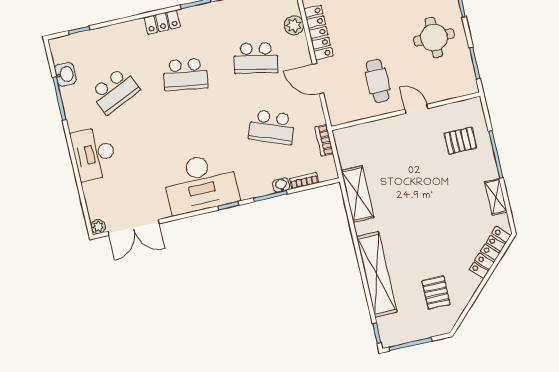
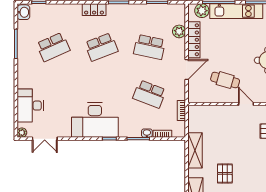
washbasin: (65, 74) -> (23, 12), moved
school desk: (185, 74) -> (101, 47), turned -30
door: (318, 79) -> (187, 70), swing flipped
cafe table: (378, 81) -> (225, 80), turned -74
desk: (94, 154) -> (30, 106), moved
pallet: (409, 218) -> (225, 173), added
double door: (134, 228) -> (45, 139), width x0.73

